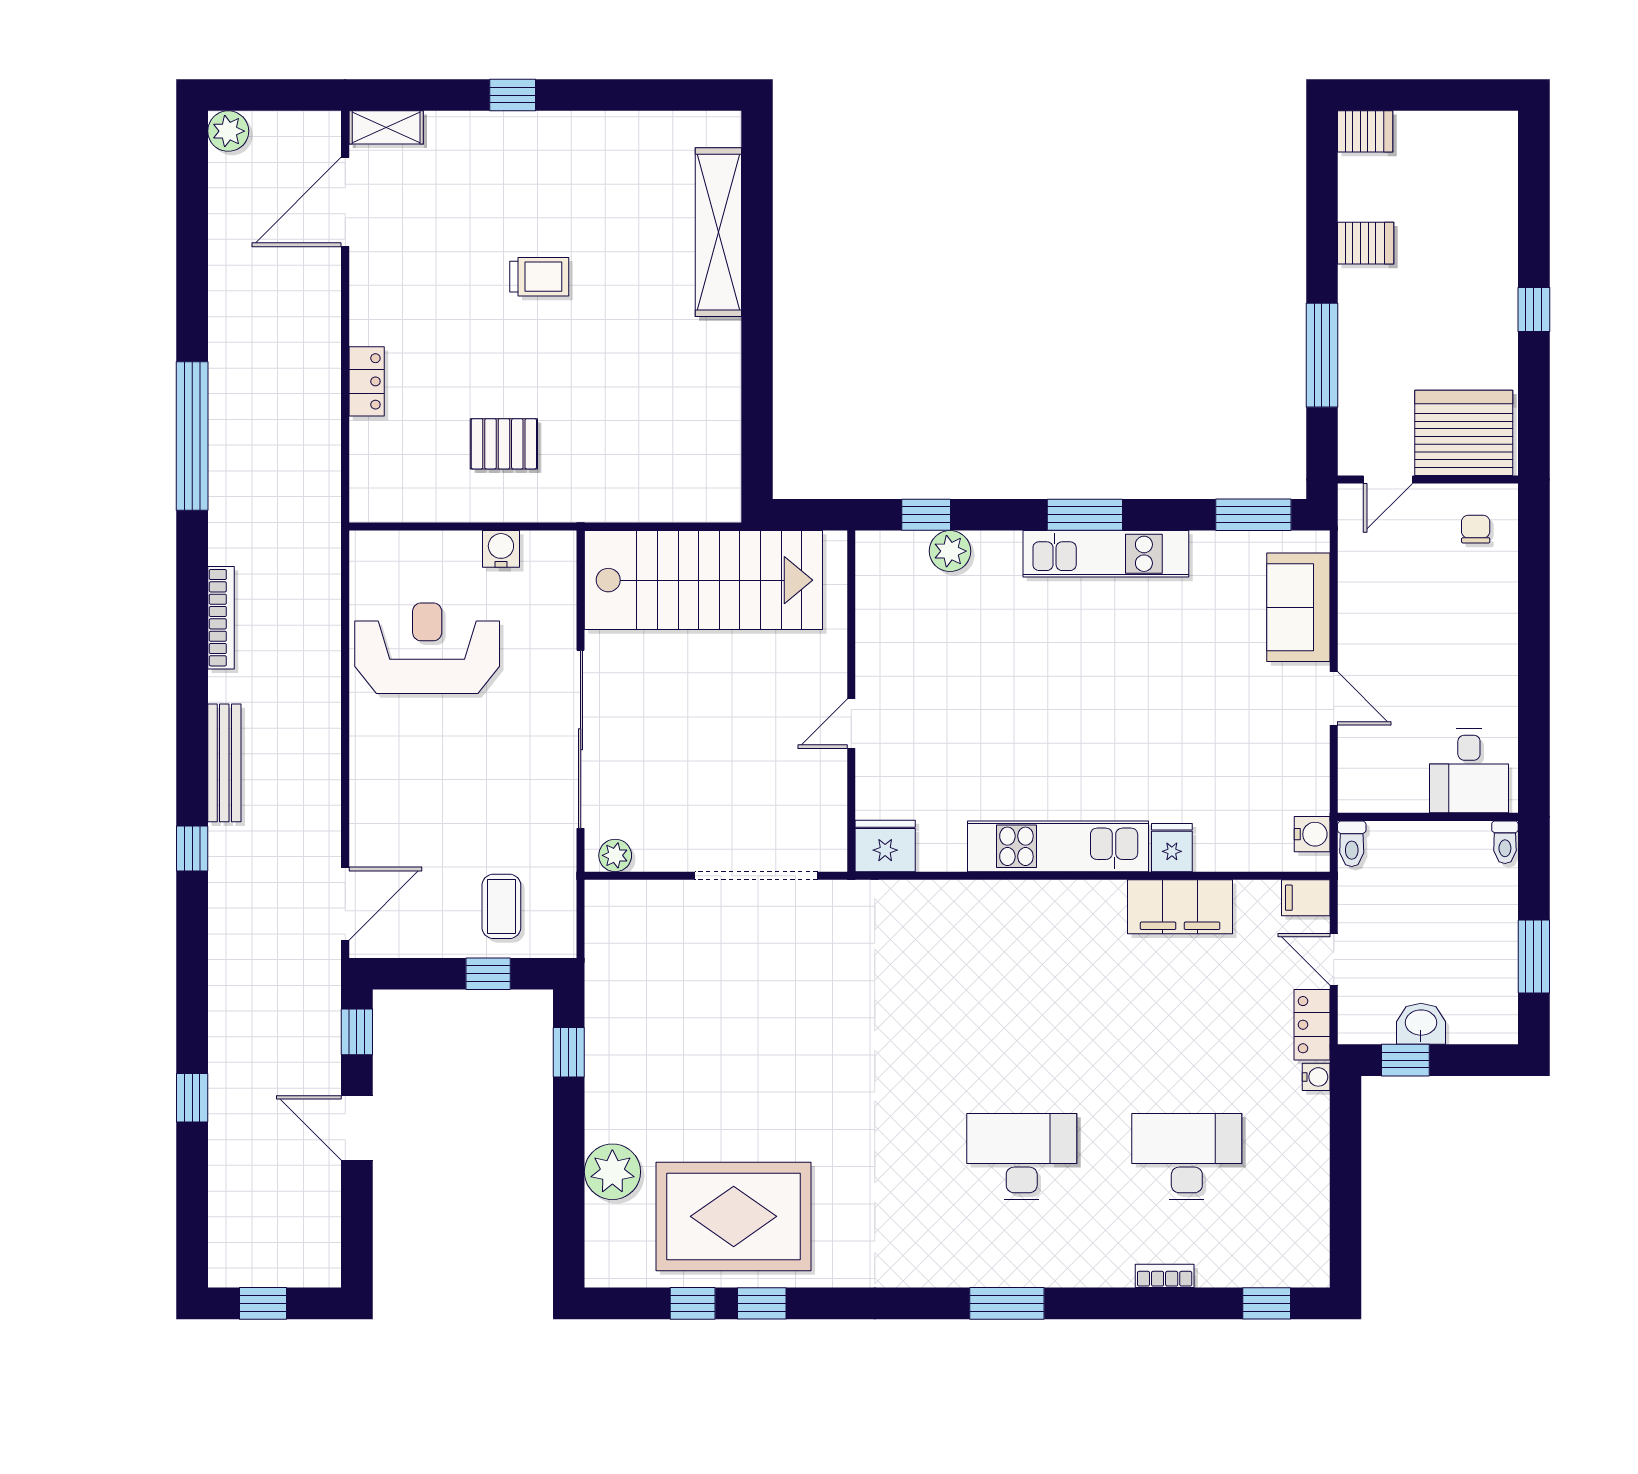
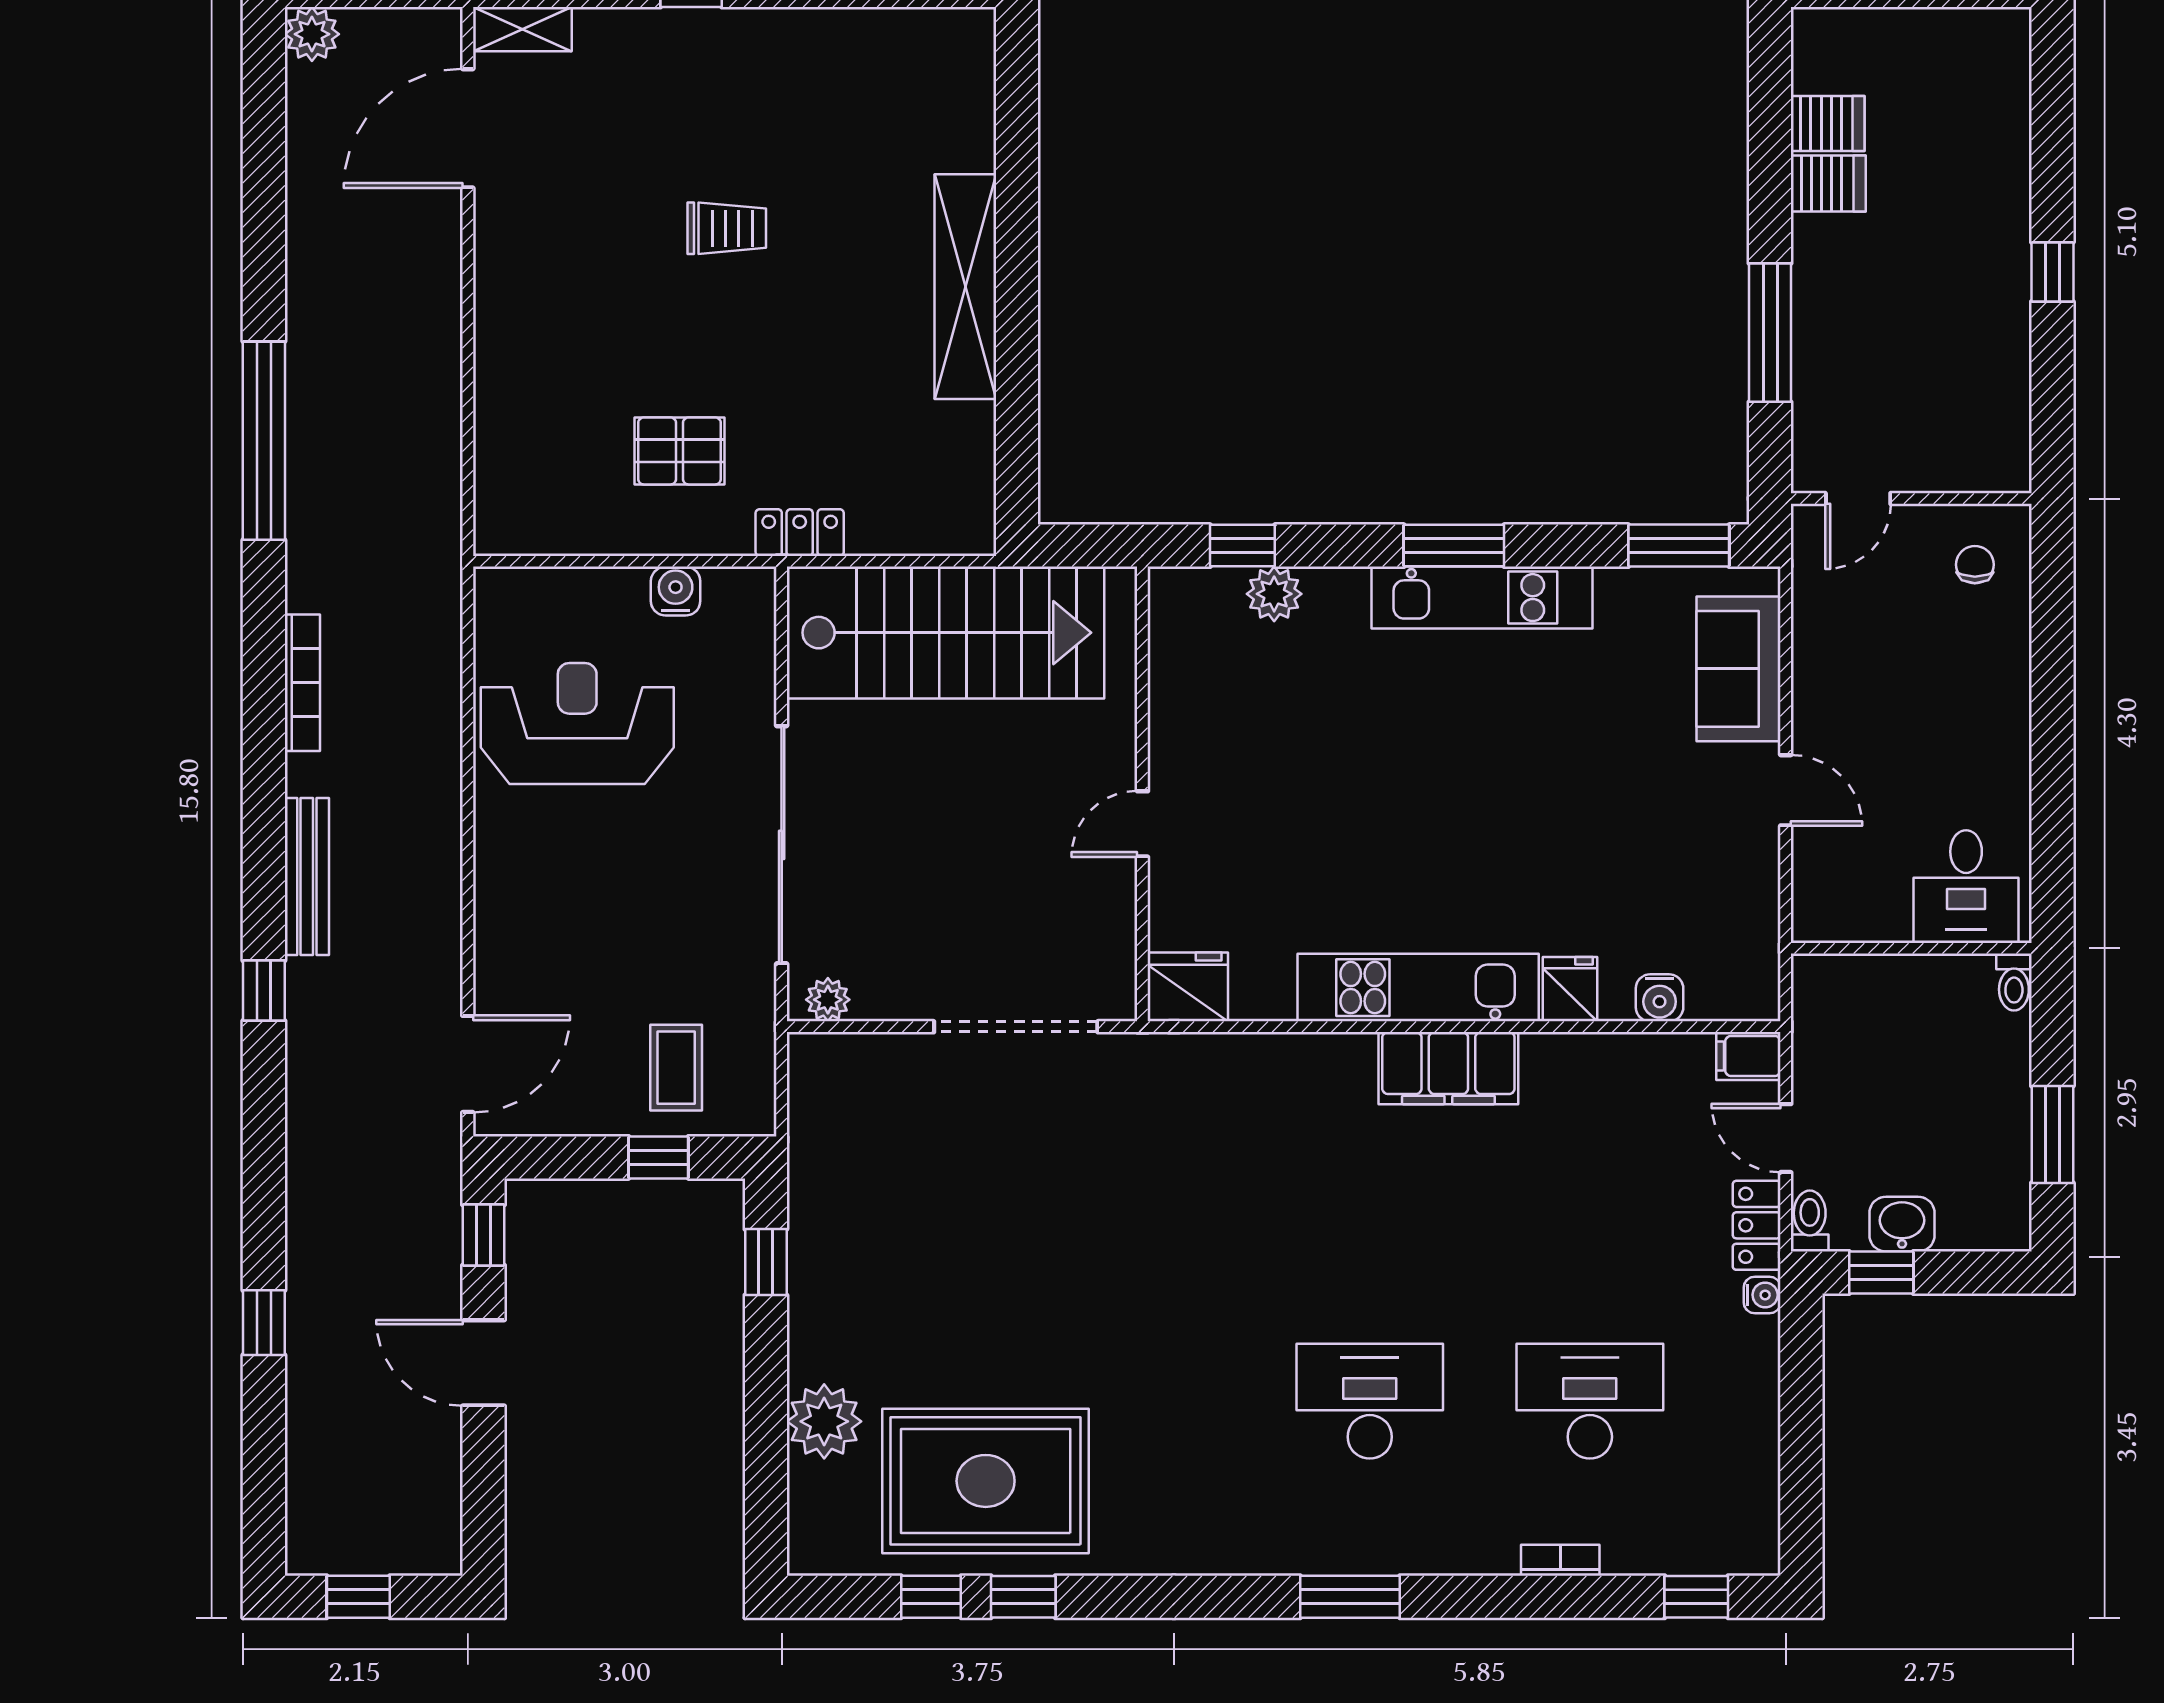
server rack: (1365, 131) -> (1828, 124), moved
shelving: (718, 232) -> (965, 287), moved
locker: (367, 381) -> (800, 533), moved, turned -90
server rack: (1464, 433) -> (1959, 436), removed
water cooler: (1312, 834) -> (1660, 998), moved, turned 90
toilet: (1352, 844) -> (1810, 1221), moved, turned 180
filing cabinet: (1180, 907) -> (1448, 1068), moved

